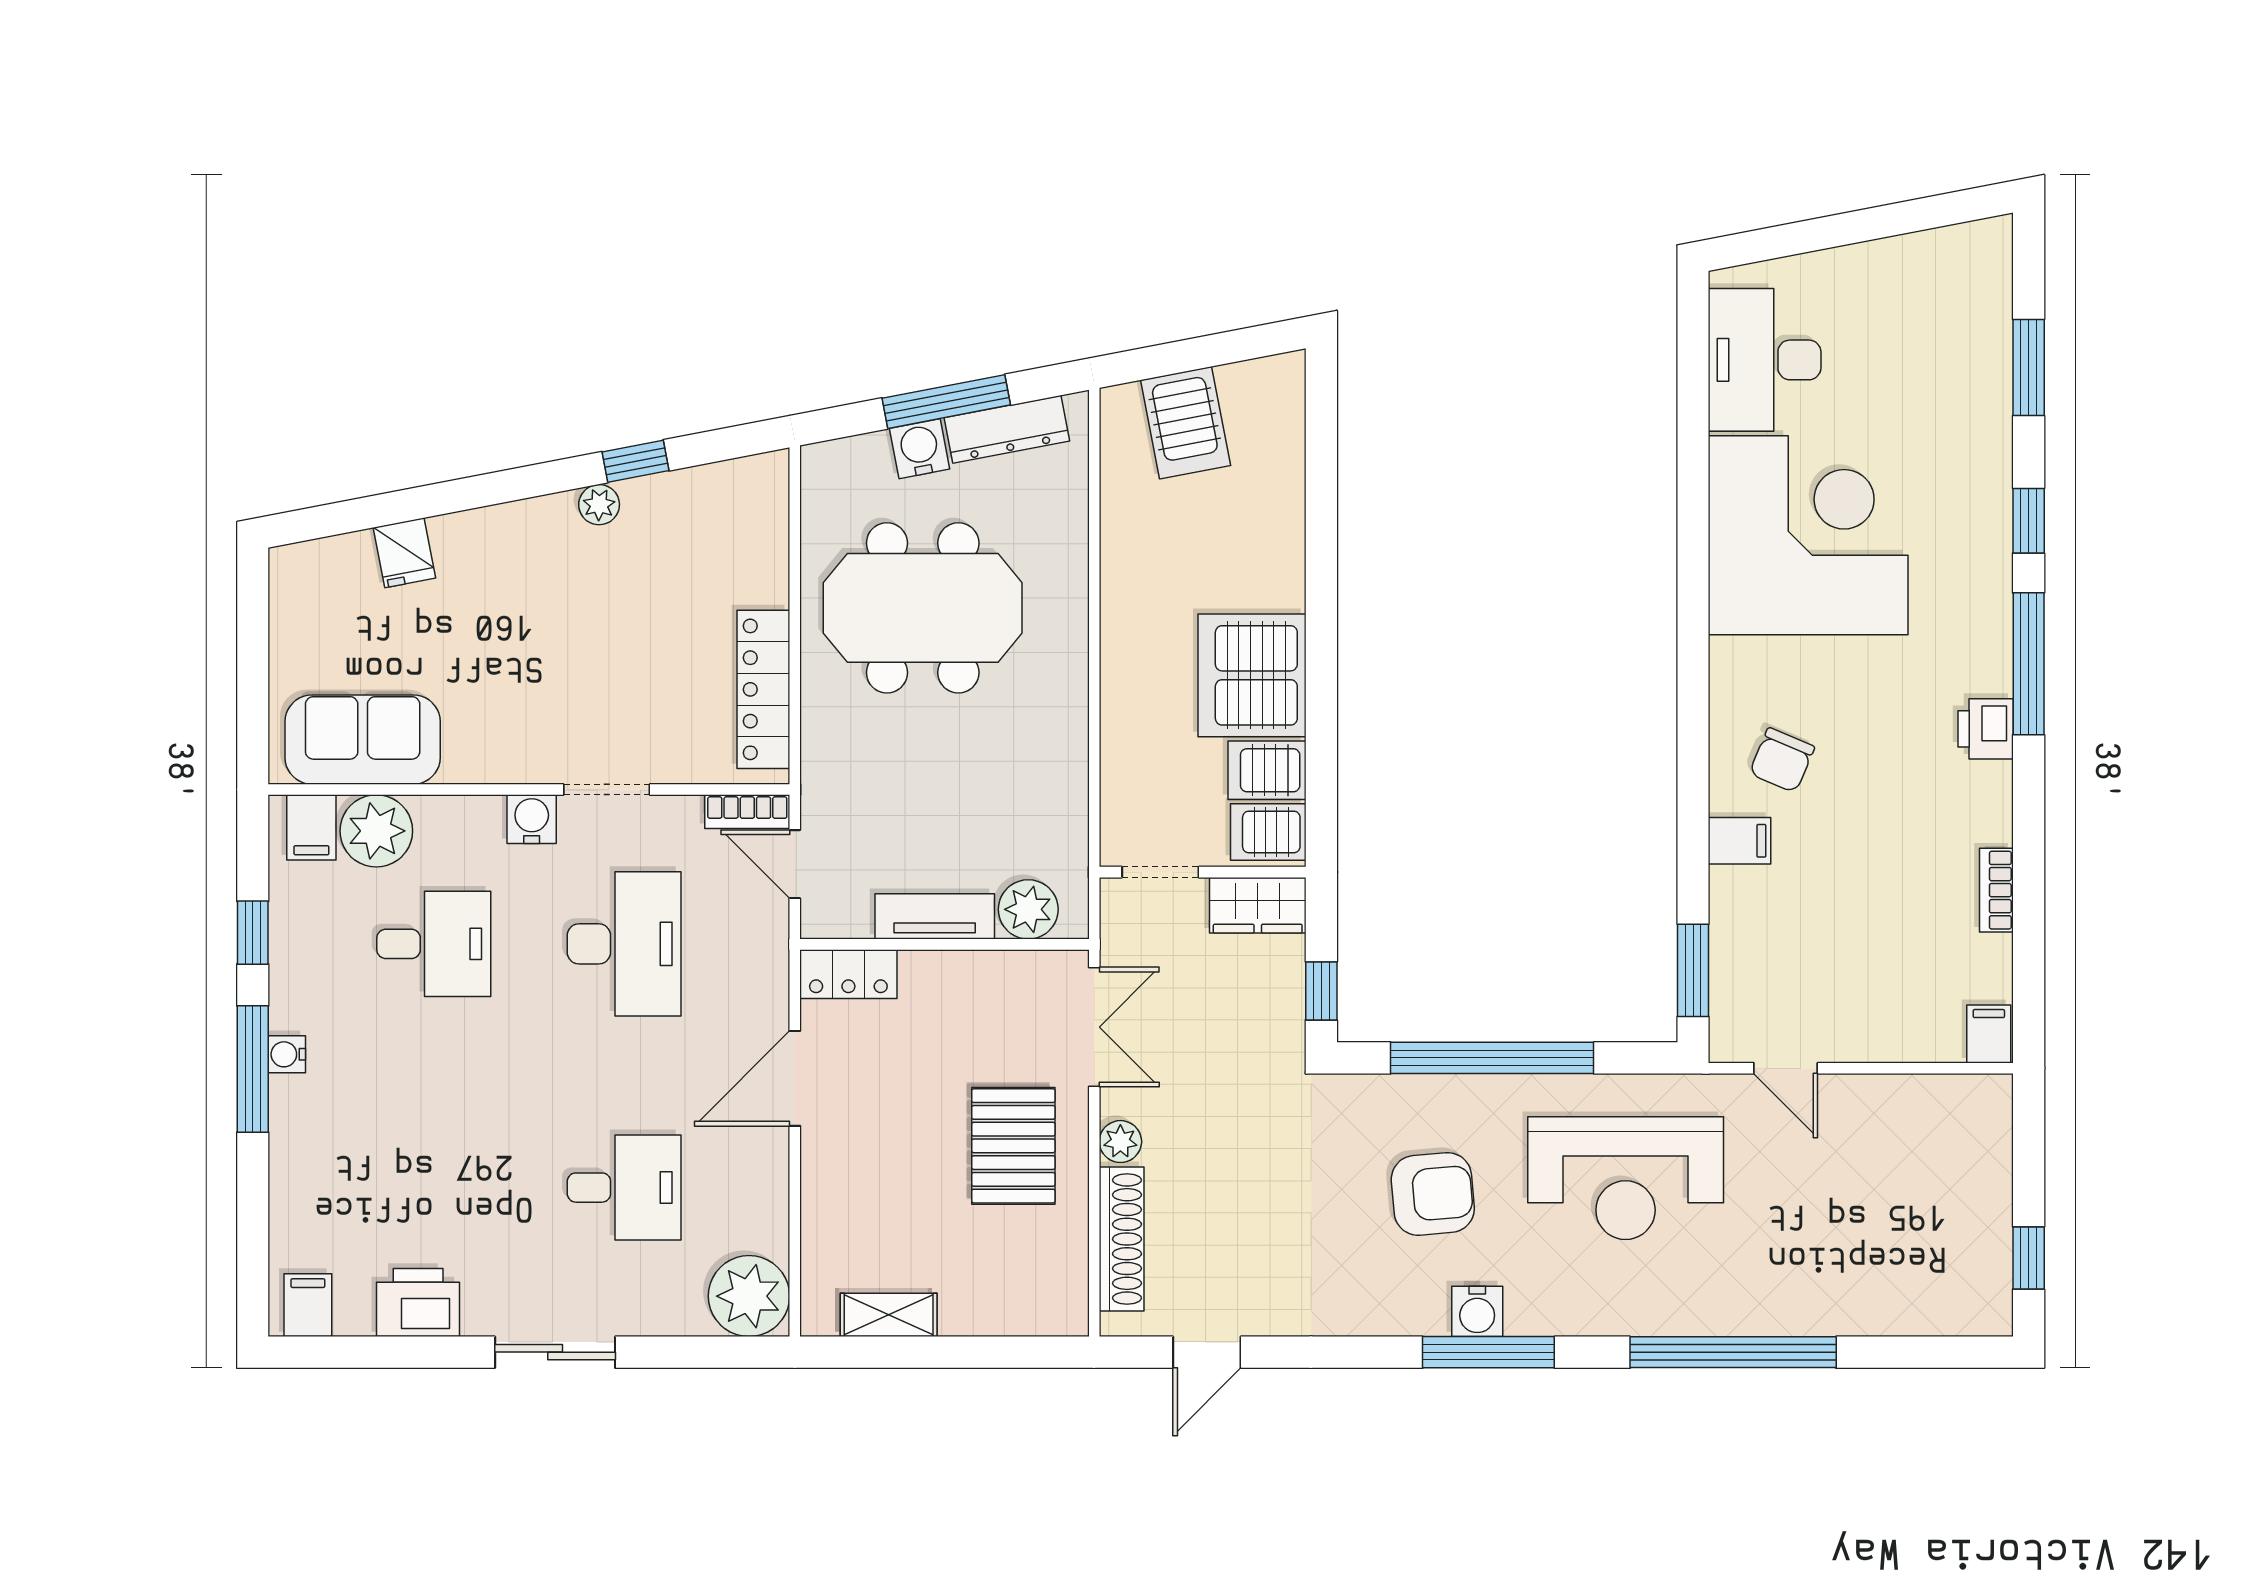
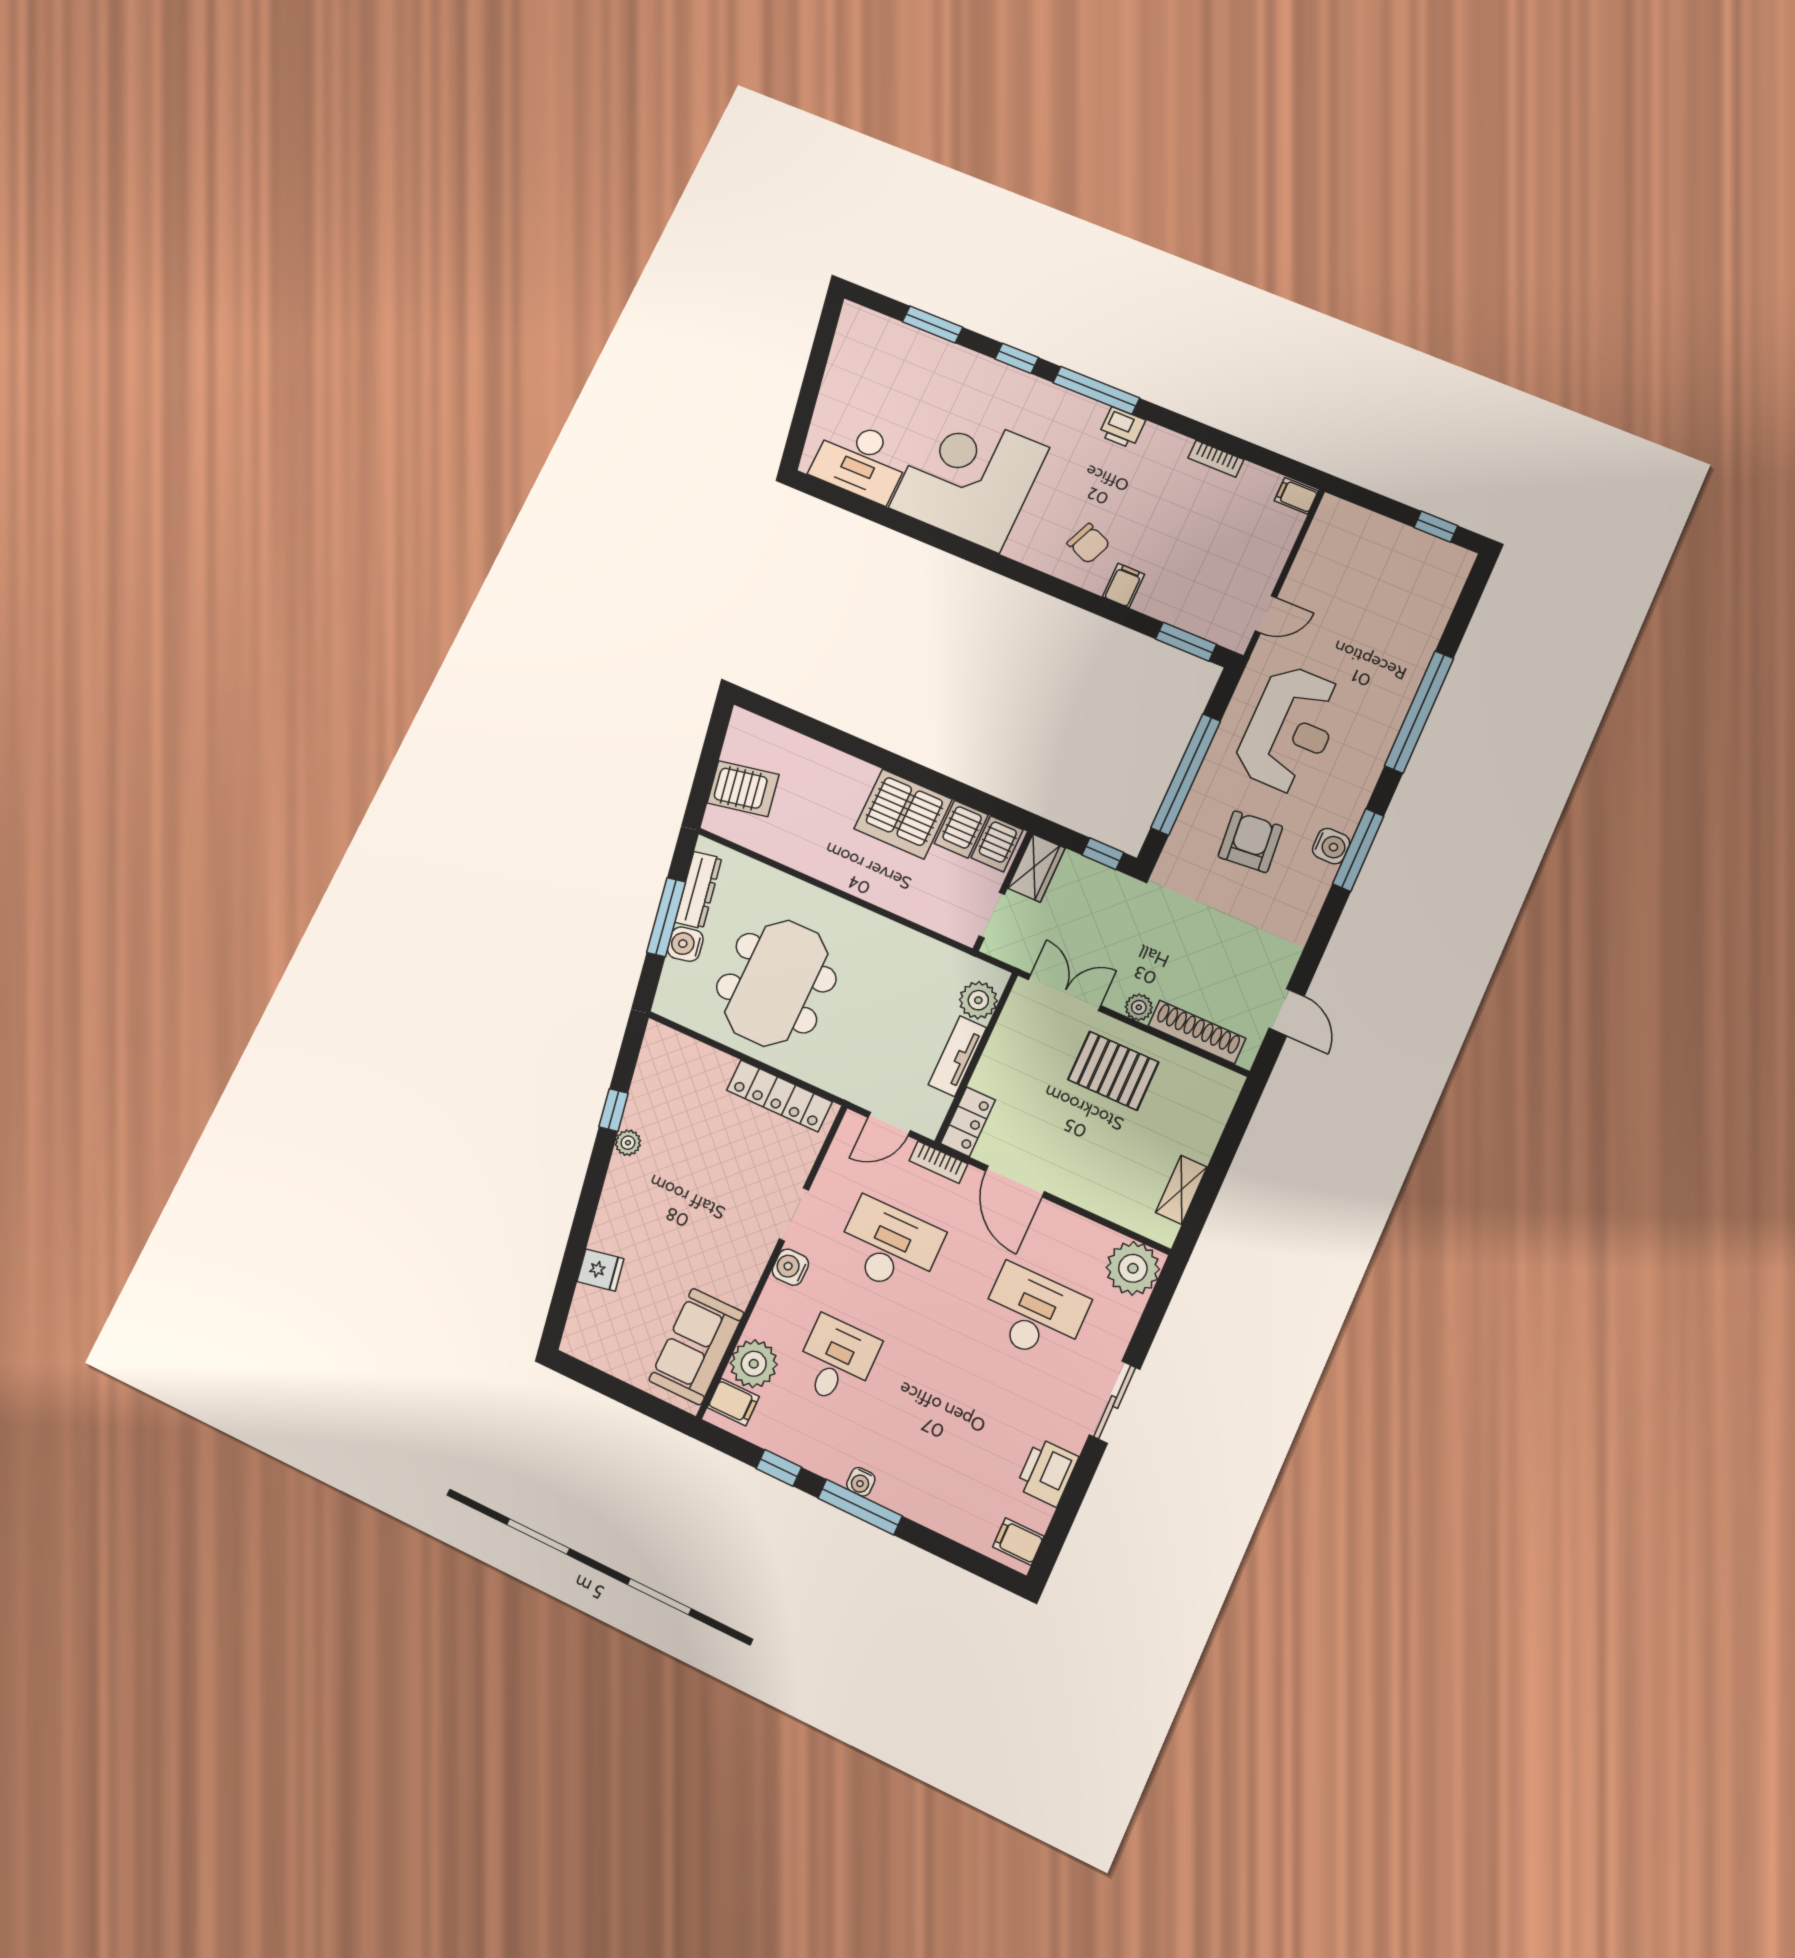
bookcase: (747, 812) -> (938, 1162), moved, turned 90
desk: (624, 1188) -> (1034, 1314), width x1.37

